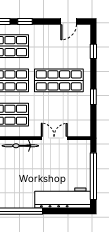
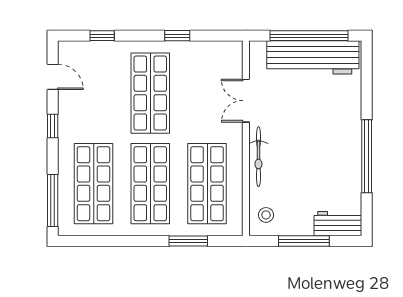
window: (25, 21) -> (53, 126), moved
workbench: (63, 198) -> (313, 57), moved, turned -90

